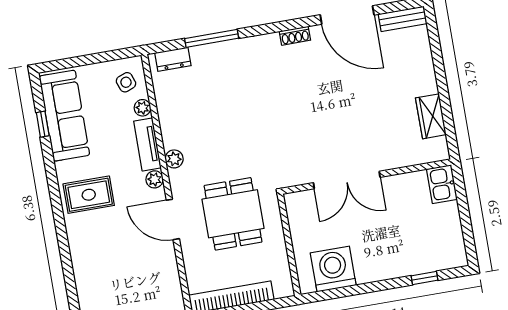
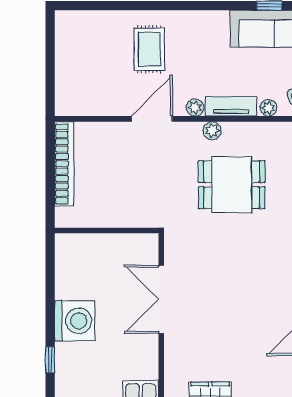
rug: (89, 195) -> (149, 49), moved
dining table: (233, 214) -> (232, 185), moved
washing machine: (333, 269) -> (75, 321), moved

